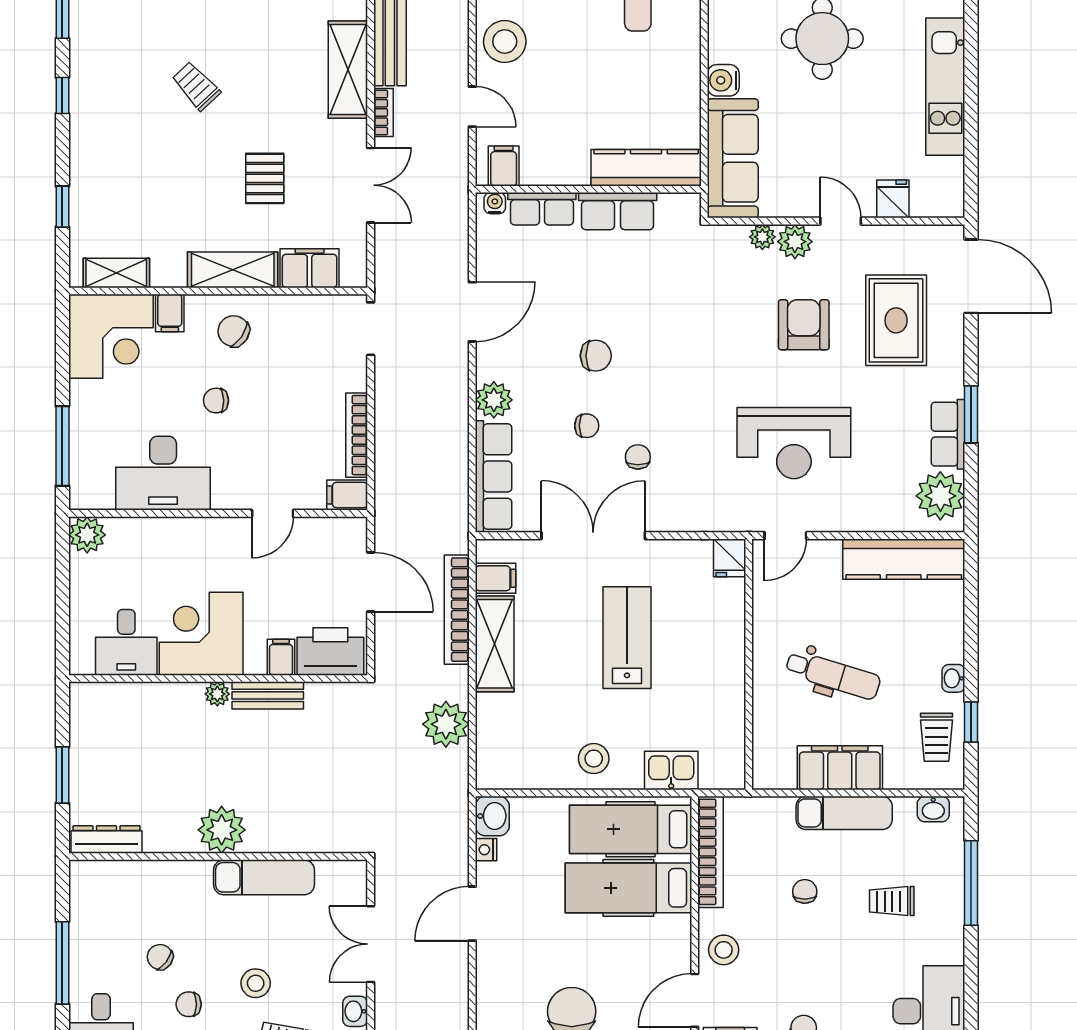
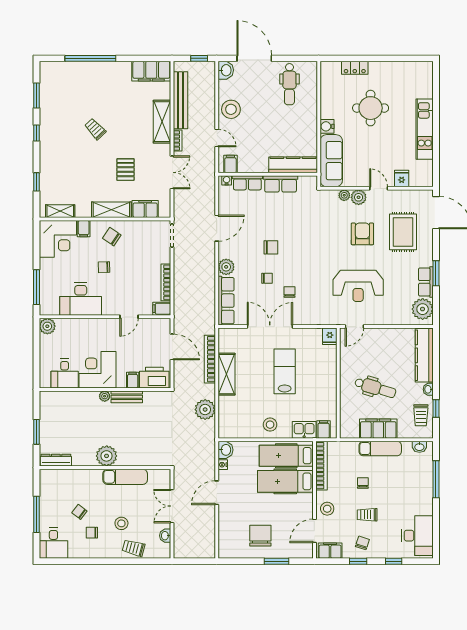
kitchen counter: (904, 559) -> (424, 355), moved, turned 90
filing cabinet: (496, 578) -> (324, 429), moved, turned -90
trolley: (892, 901) -> (367, 515), moved

